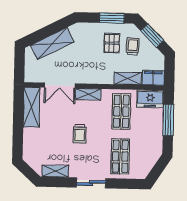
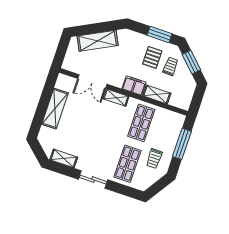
filing cabinet: (153, 78) -> (134, 85), moved
freezer: (150, 99) -> (171, 120), removed
shelving: (31, 107) -> (55, 109), moved
trolley: (80, 134) -> (154, 159), moved

